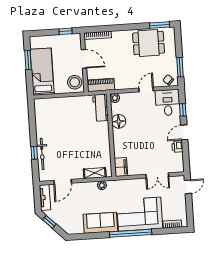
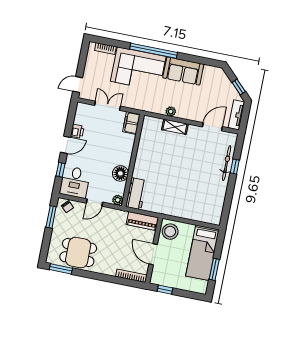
plant: (115, 98) -> (118, 200), moved
workbench: (101, 108) -> (136, 194), moved
floor lamp: (119, 121) -> (120, 173), moved
wall: (111, 135) -> (133, 161), moved
filing cabinet: (121, 167) -> (131, 123), moved

